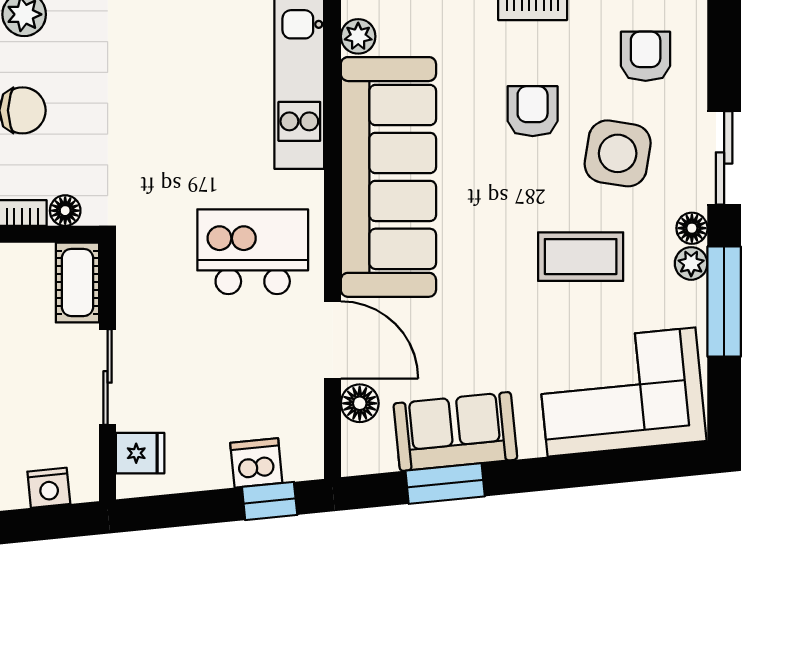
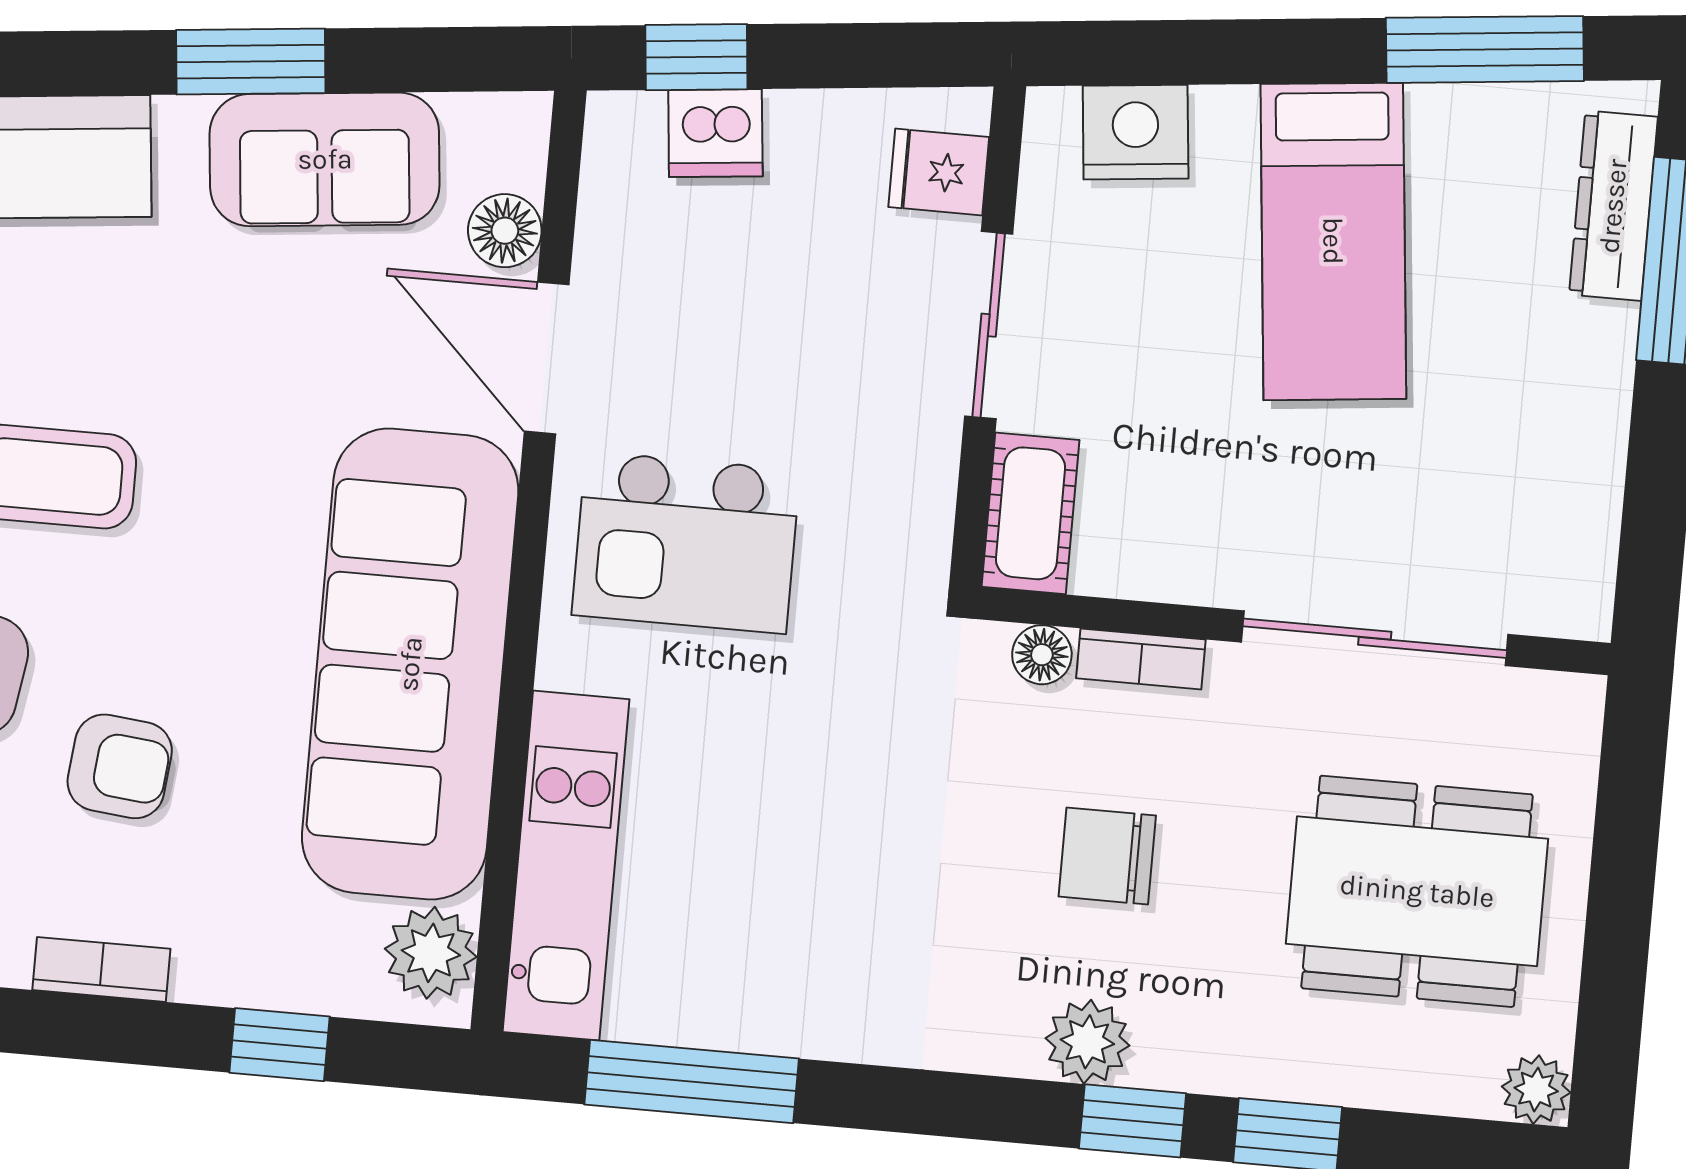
plant: (358, 36) -> (431, 953), width x1.38, depth x1.38
armchair: (533, 111) -> (120, 766), turned -84
window: (445, 484) -> (251, 61), moved
nightstand: (49, 488) -> (1136, 132), width x1.36, depth x1.33

